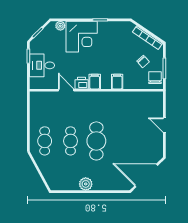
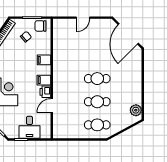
cafe table: (96, 141) -> (97, 79), width x0.73, depth x0.74
plant: (86, 184) -> (136, 110), moved

